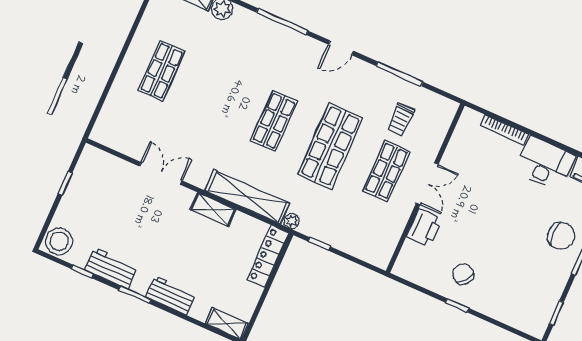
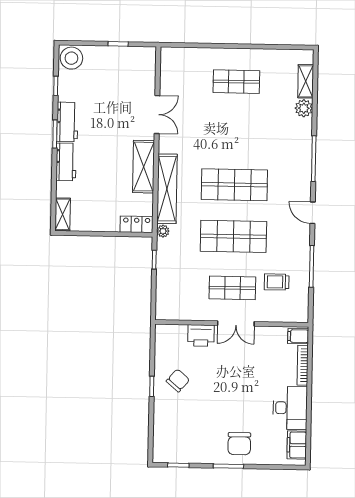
shop shelf: (274, 121) -> (234, 185), width x1.43, depth x1.36
filing cabinet: (470, 121) -> (298, 336), added
shelving: (213, 210) -> (144, 167), width x1.50, depth x1.33
locker: (268, 256) -> (137, 224), width x0.66
workbench: (111, 268) -> (67, 122), moved

